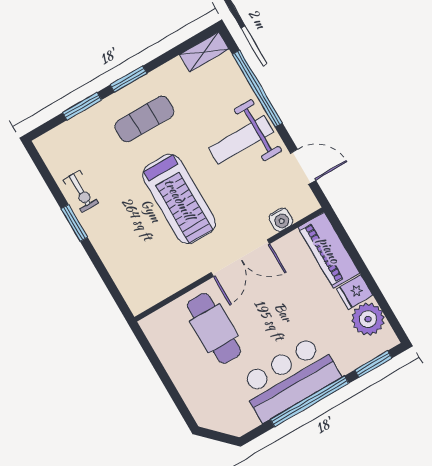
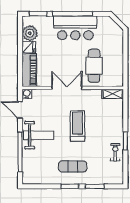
shelving: (204, 52) -> (113, 94), moved
treadmill: (179, 199) -> (78, 126), width x0.73, depth x0.73
water cooler: (281, 220) -> (27, 94), moved

